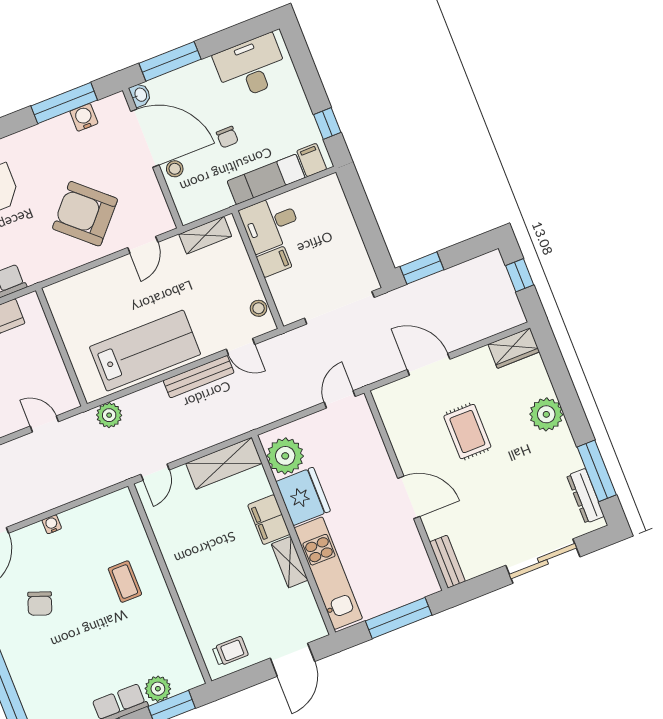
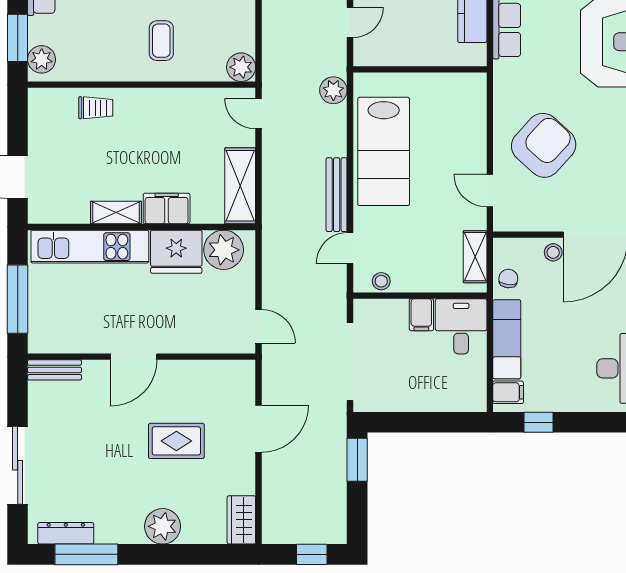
chair: (227, 137) -> (508, 279), moved, turned 96
plant: (121, 503) -> (241, 67), added
coffee table: (125, 582) -> (161, 41), turned 90
trolley: (230, 651) -> (96, 108), moved, turned -90
plant: (158, 689) -> (42, 59), moved

